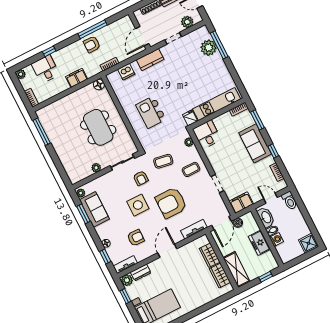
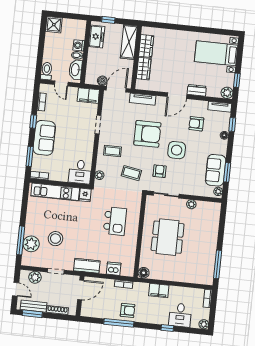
stool: (191, 65) -> (55, 239), added
freezer: (259, 243) -> (97, 37), moved
dresser: (141, 272) -> (197, 90), moved

